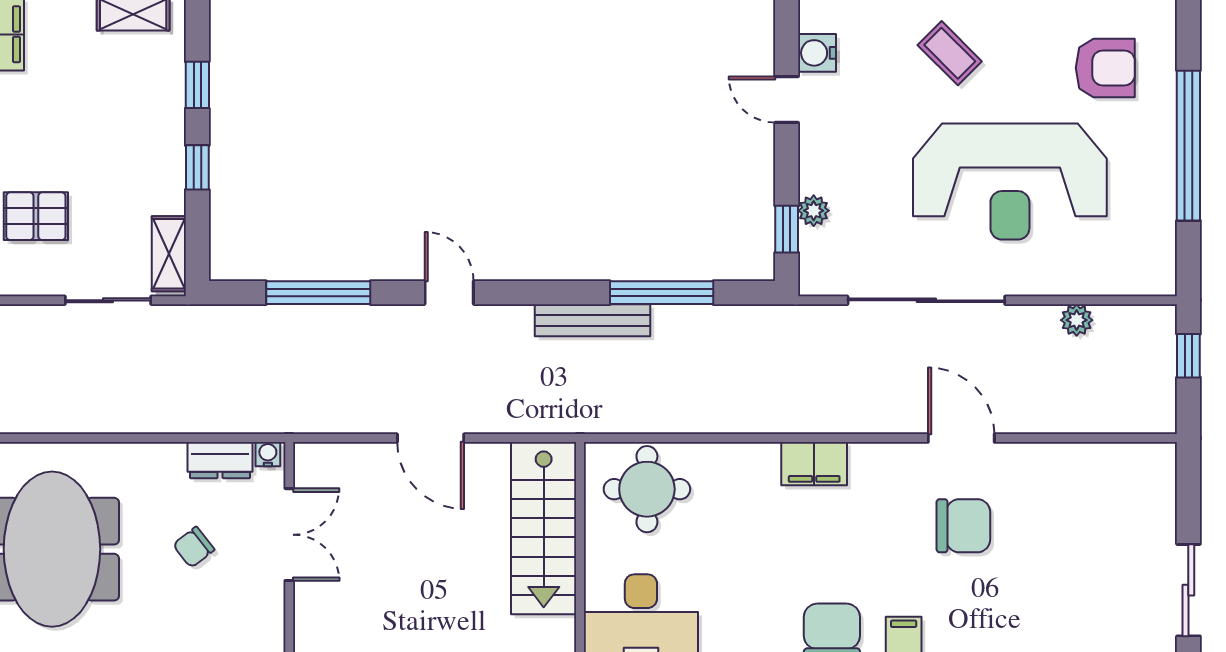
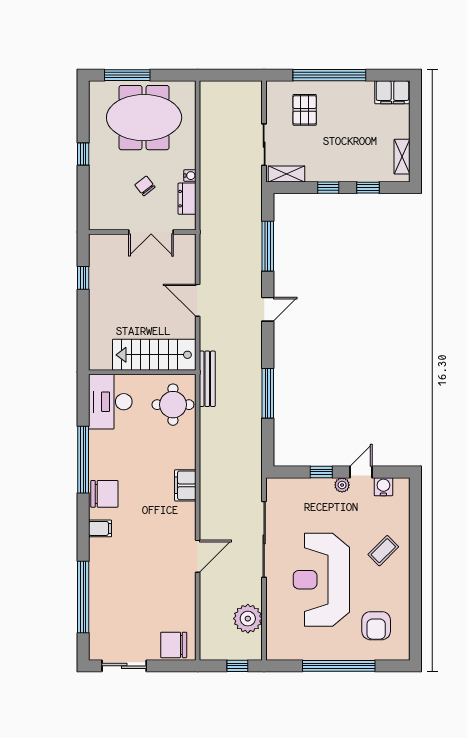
plant: (814, 211) -> (342, 485), moved
window: (787, 229) -> (321, 472), moved
window: (662, 293) -> (268, 393), moved
bench: (593, 320) -> (207, 379), moved
plant: (1077, 320) -> (248, 619), width x1.87, depth x1.87
door: (431, 438) -> (198, 300), hinge flipped
water cooler: (268, 454) -> (190, 176), moved
chair: (963, 526) -> (174, 645), moved, turned 90

